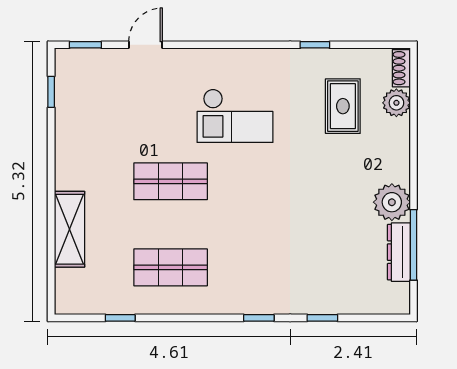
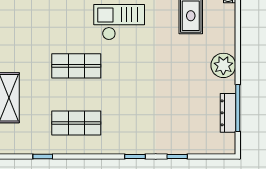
plant: (396, 103) -> (226, 14), removed
checkout: (235, 116) -> (119, 22), turned 180
plant: (392, 202) -> (223, 65), moved

